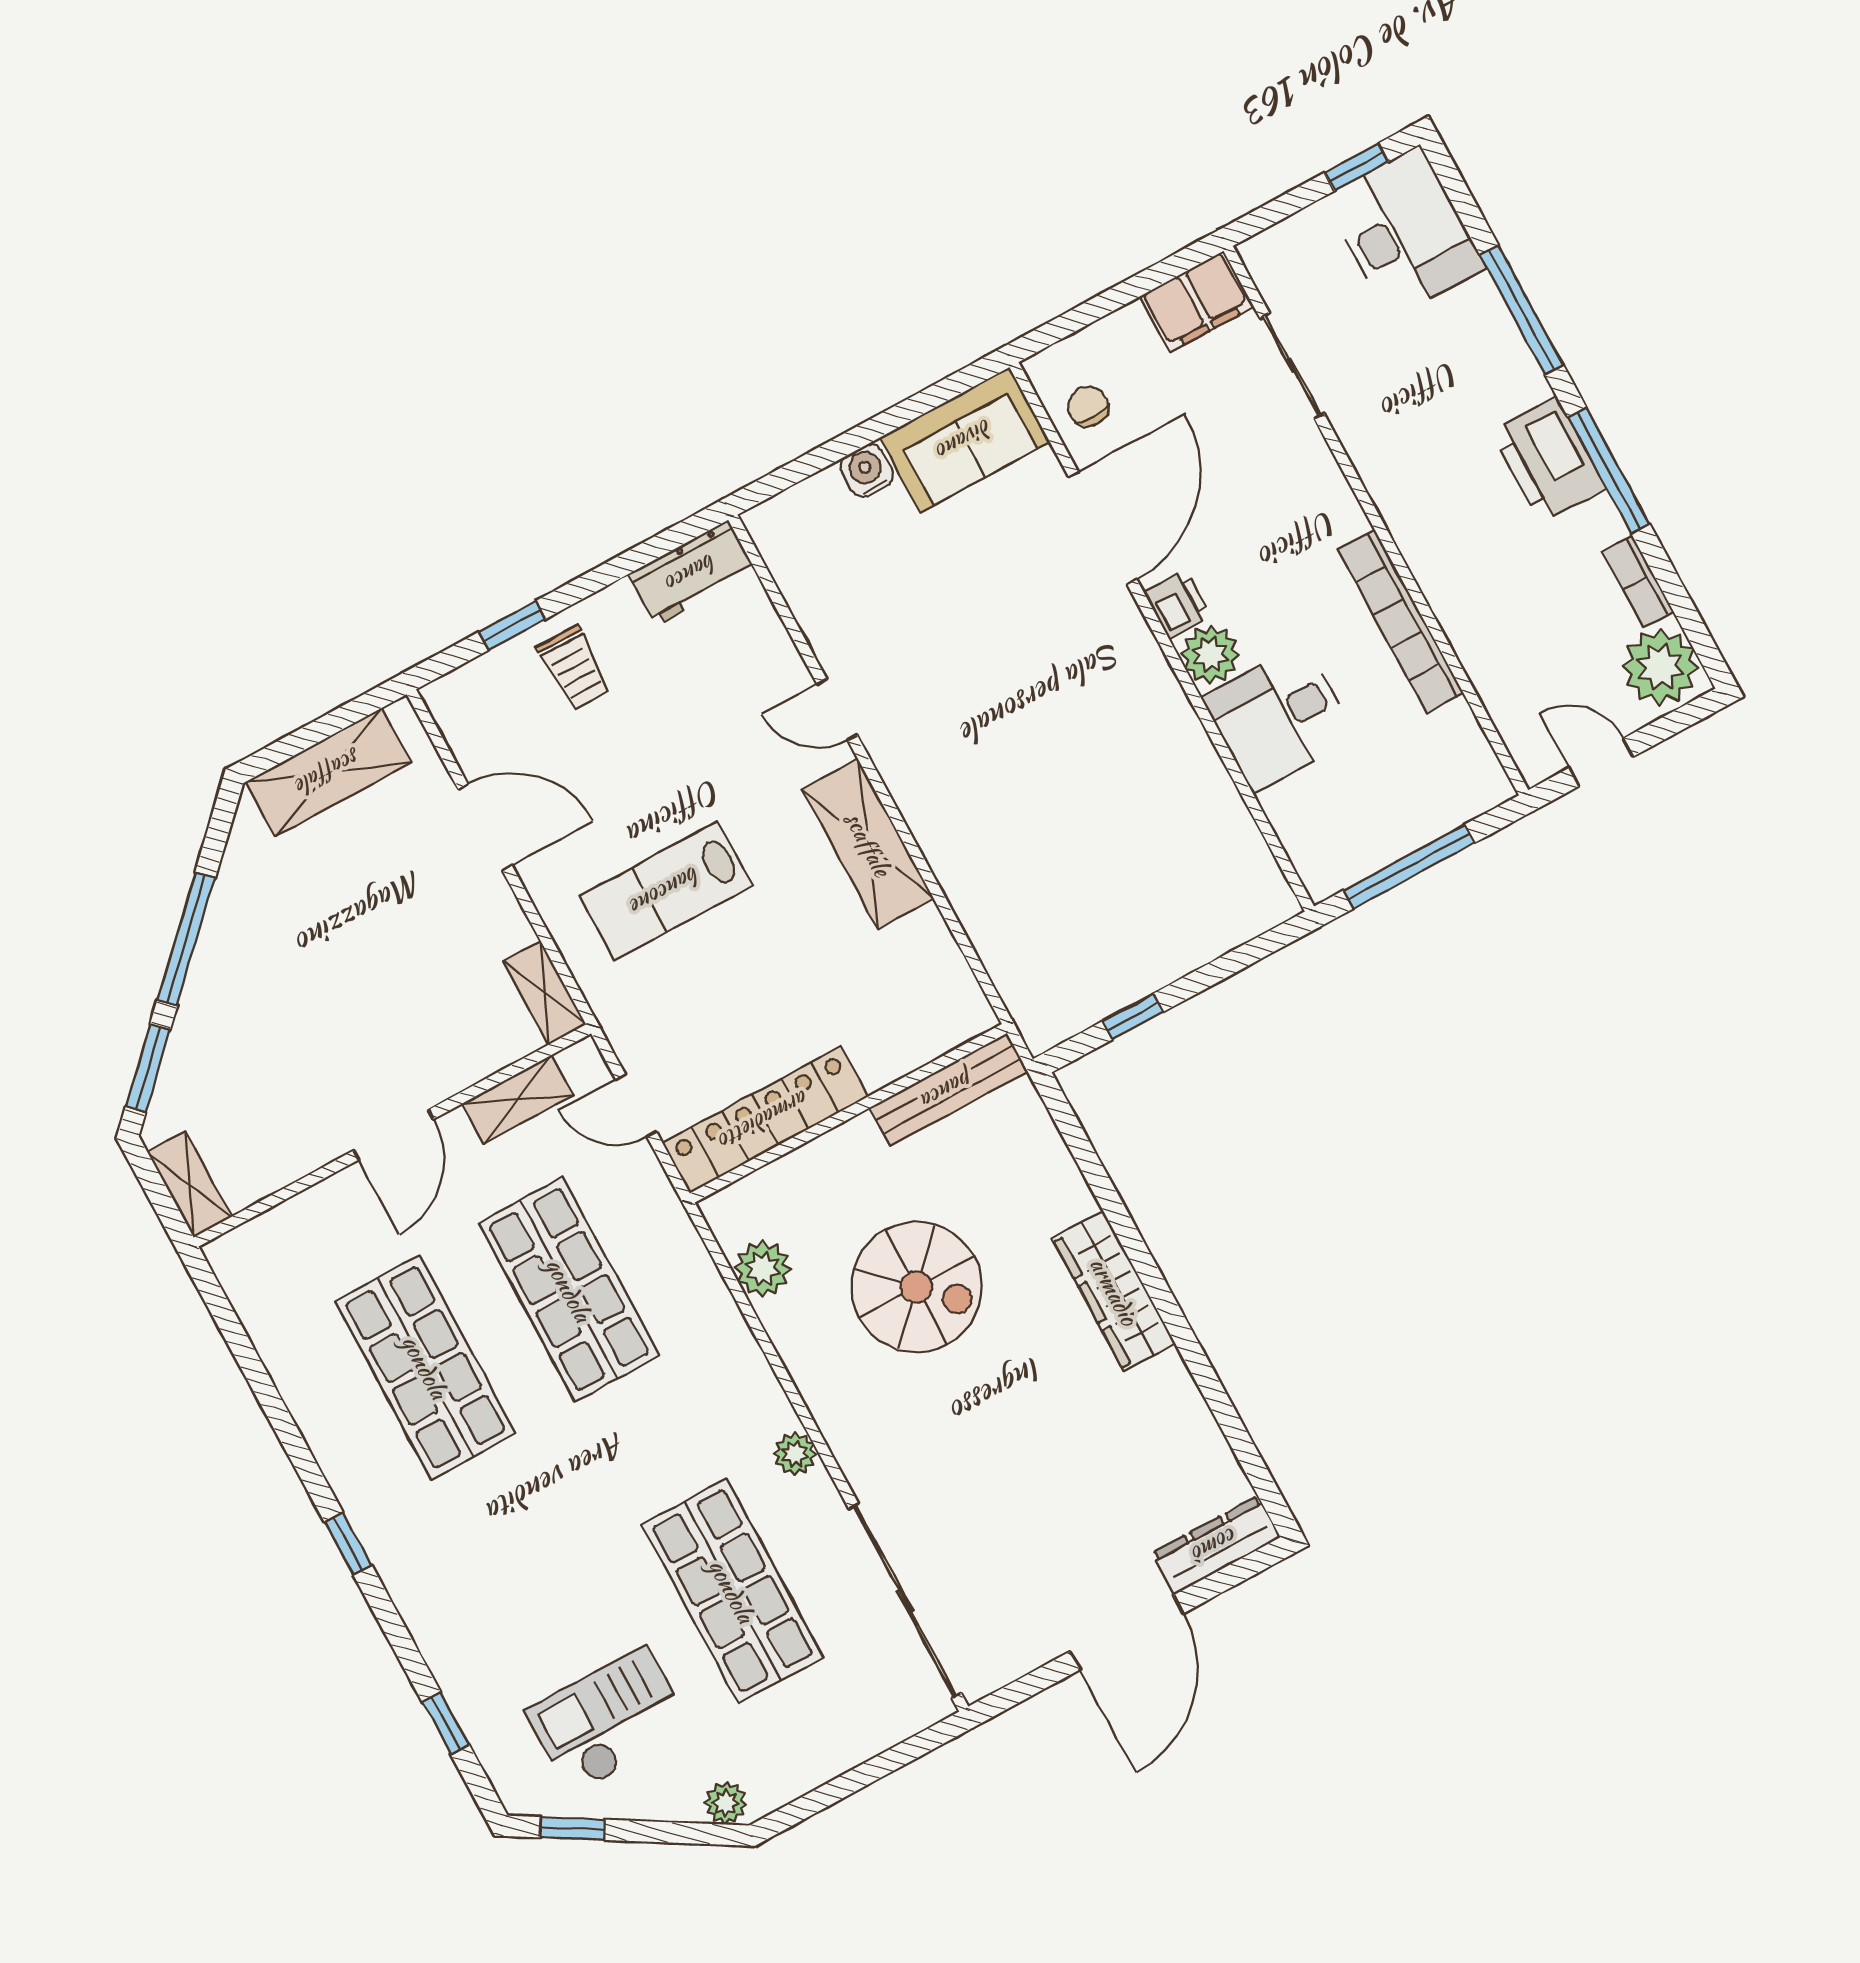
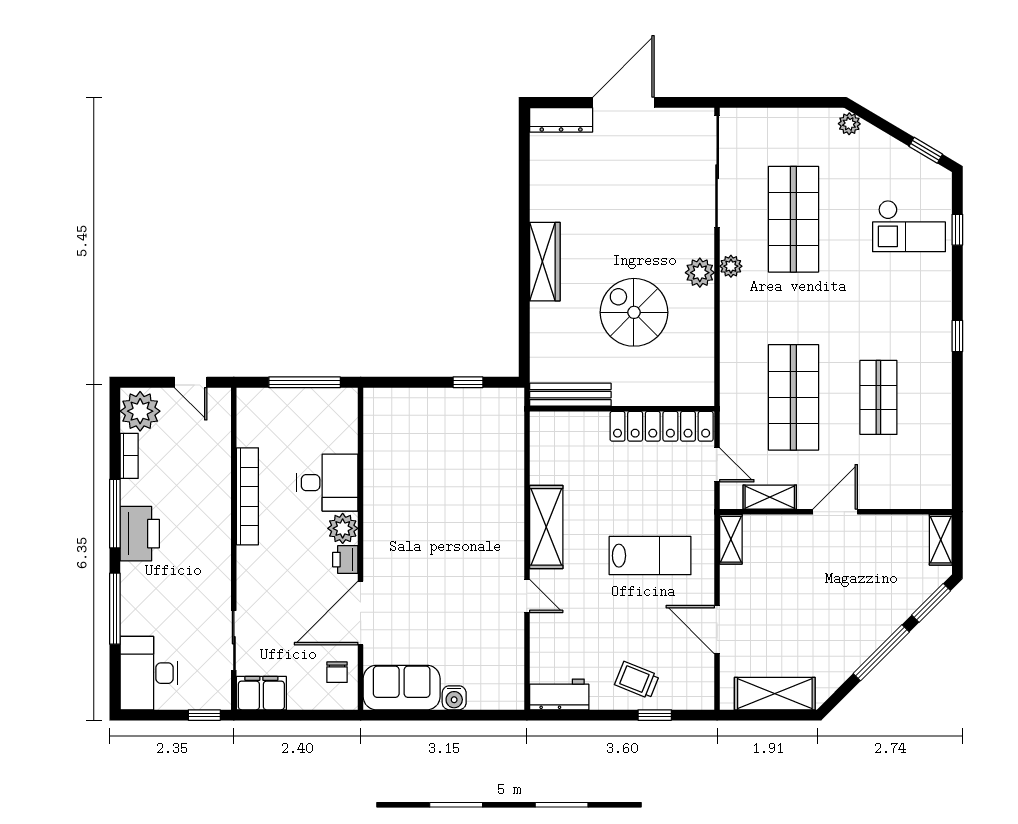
window: (1356, 167) -> (204, 715), moved
trolley: (574, 668) -> (637, 680), turned -68
plant: (763, 1269) -> (700, 273), moved
shop shelf: (425, 1367) -> (878, 397), width x0.70, depth x0.74
checkout: (609, 1721) -> (909, 226), moved

